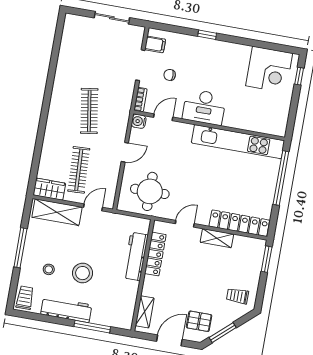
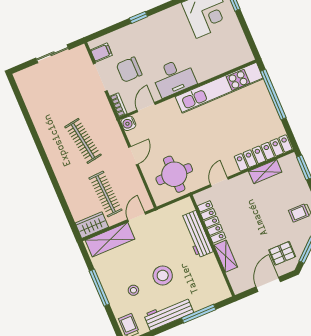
chair: (170, 75) -> (129, 70), width x1.87, depth x1.87
shelving: (217, 238) -> (265, 172), moved
shelving: (145, 312) -> (226, 256), moved

